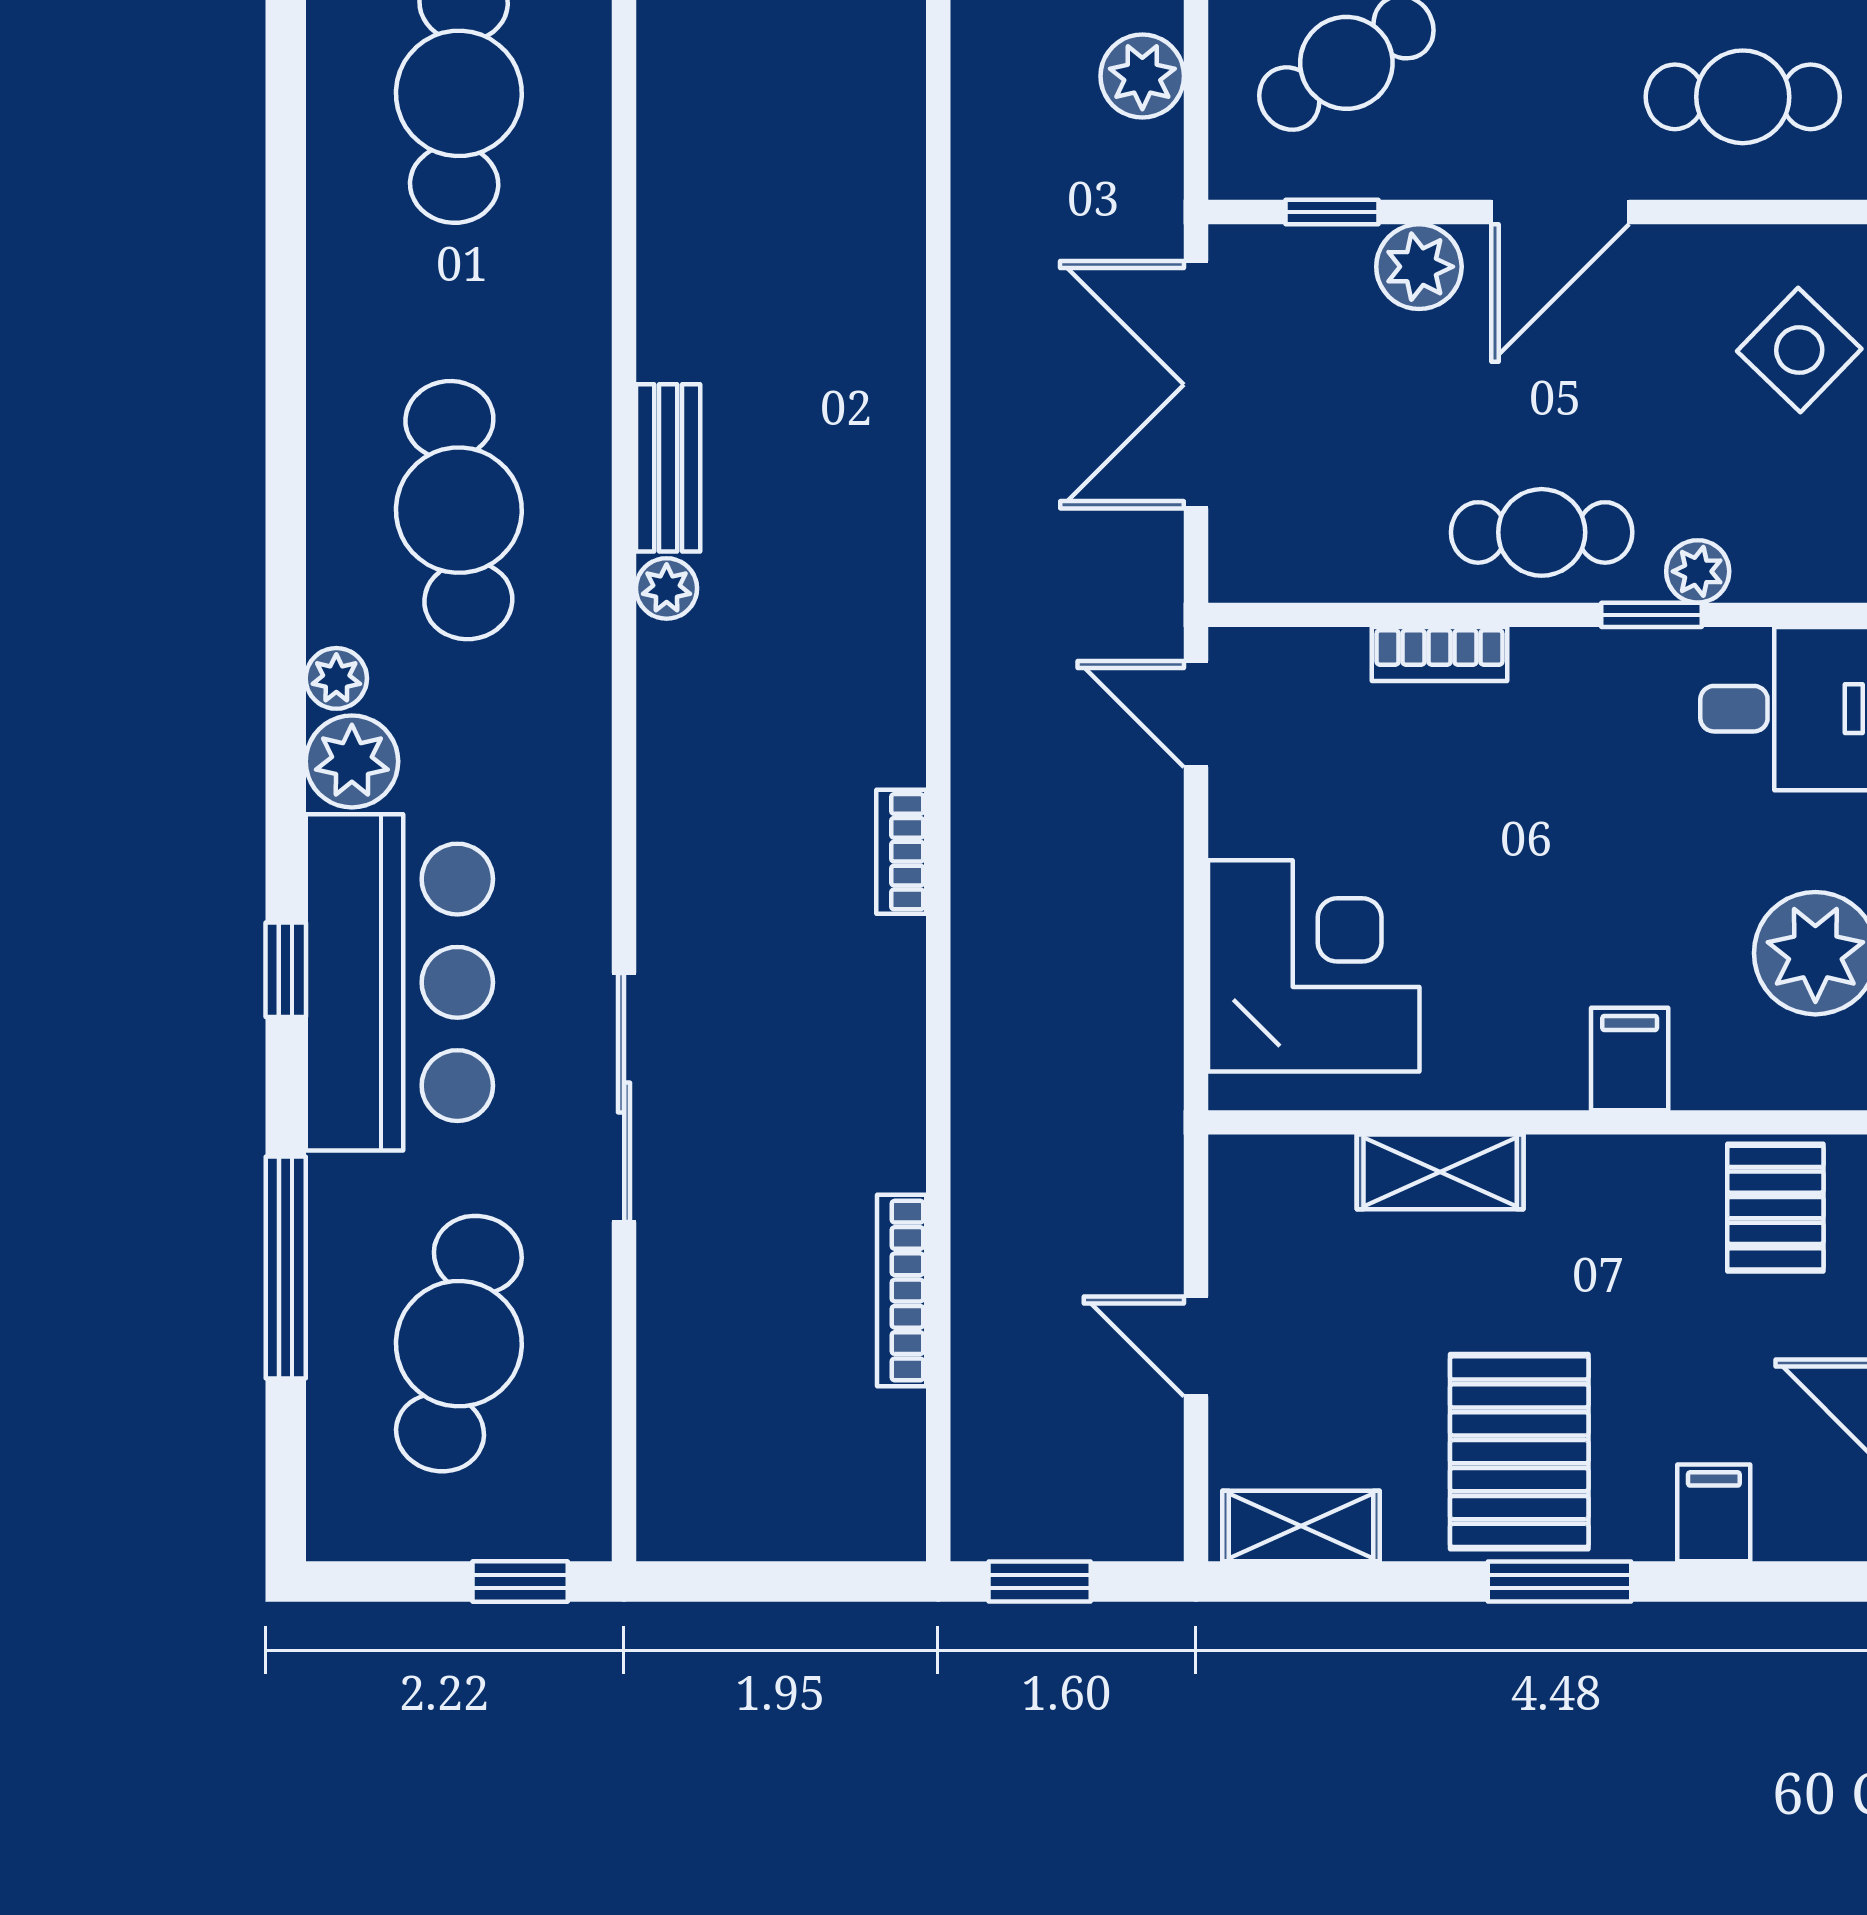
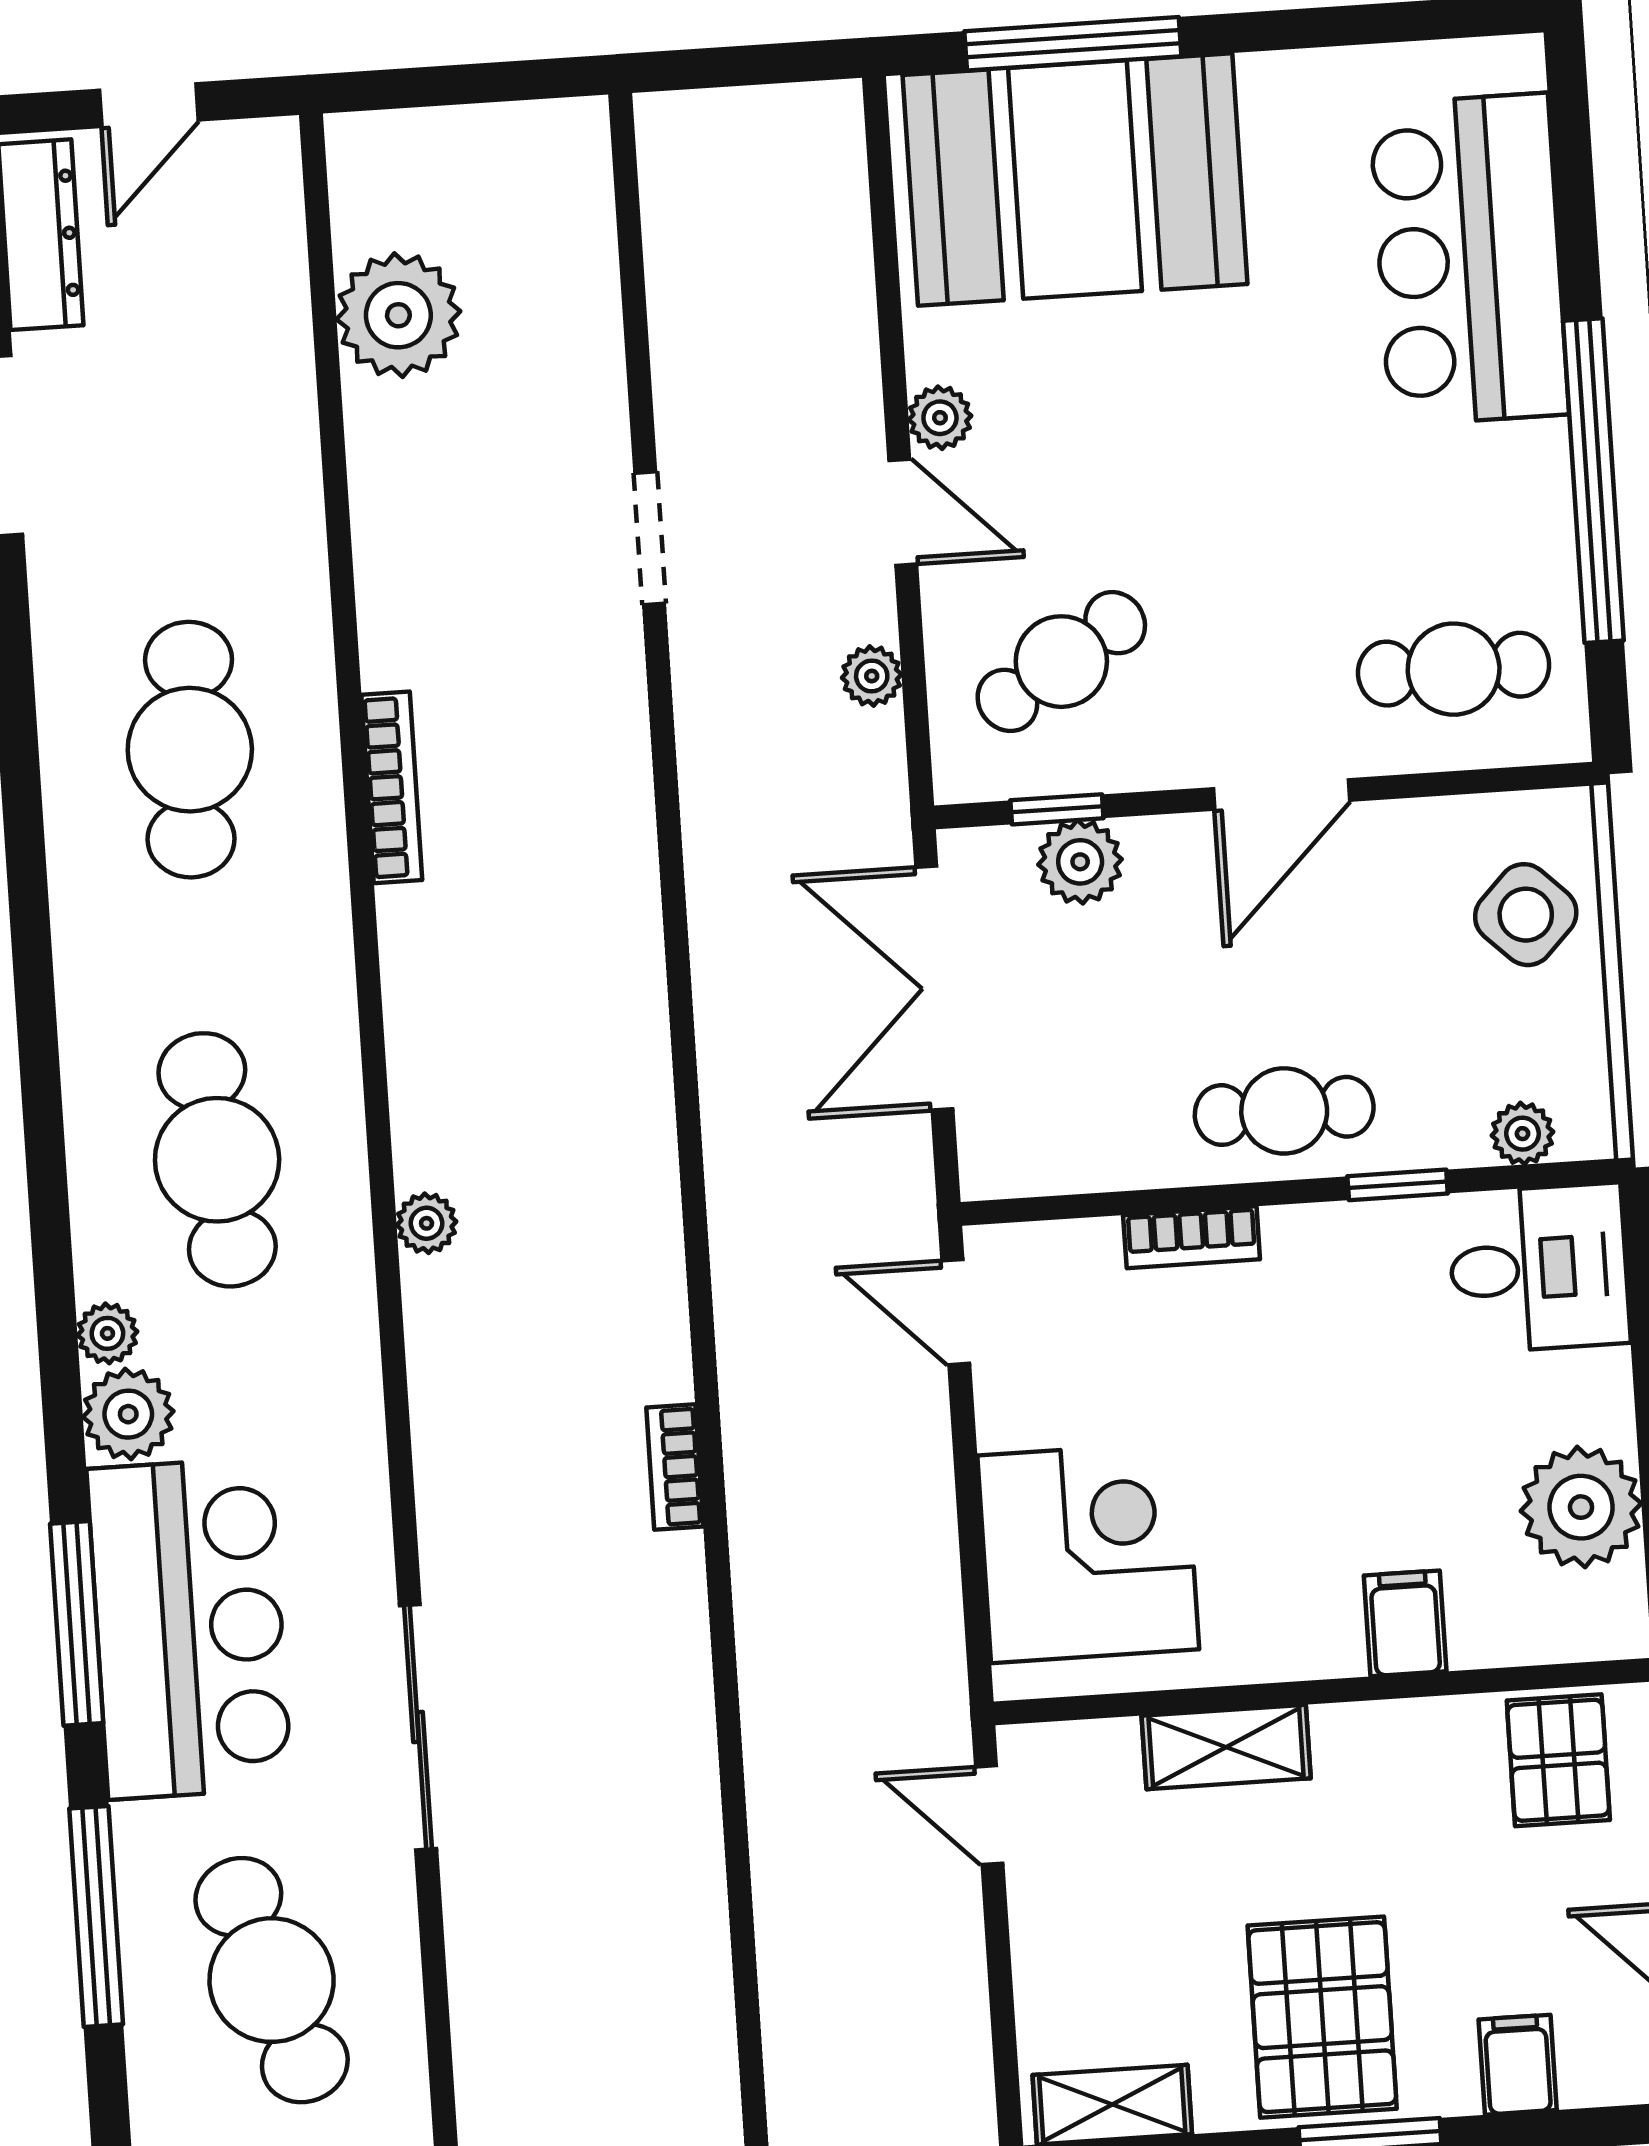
plant: (1142, 76) -> (872, 676), width x0.73, depth x0.73
plant: (1419, 267) -> (1080, 862), moved
bench: (668, 468) -> (420, 1105), removed
plant: (1698, 571) -> (1522, 1134), moved
window: (286, 970) -> (77, 1623), width x2.17
bookcase: (902, 1291) -> (392, 787), moved, turned 180
cafe table: (459, 1344) -> (272, 1980), turned -30
door: (1196, 1346) -> (989, 1815), moved

